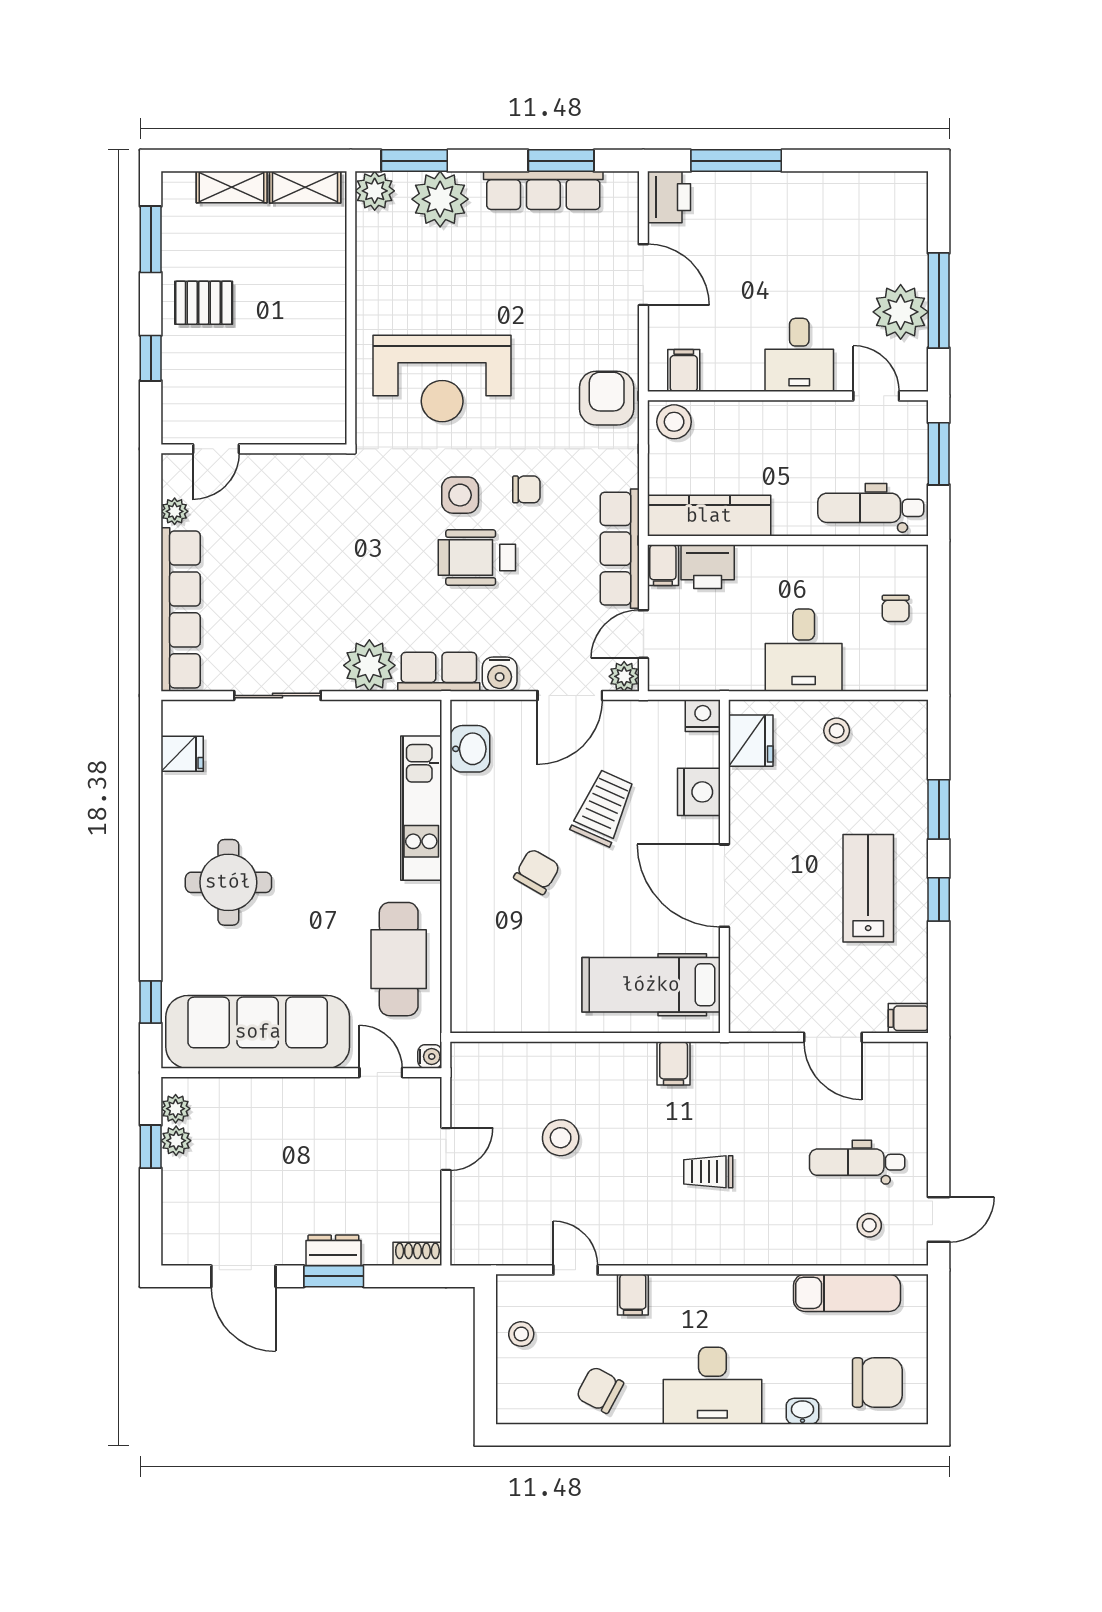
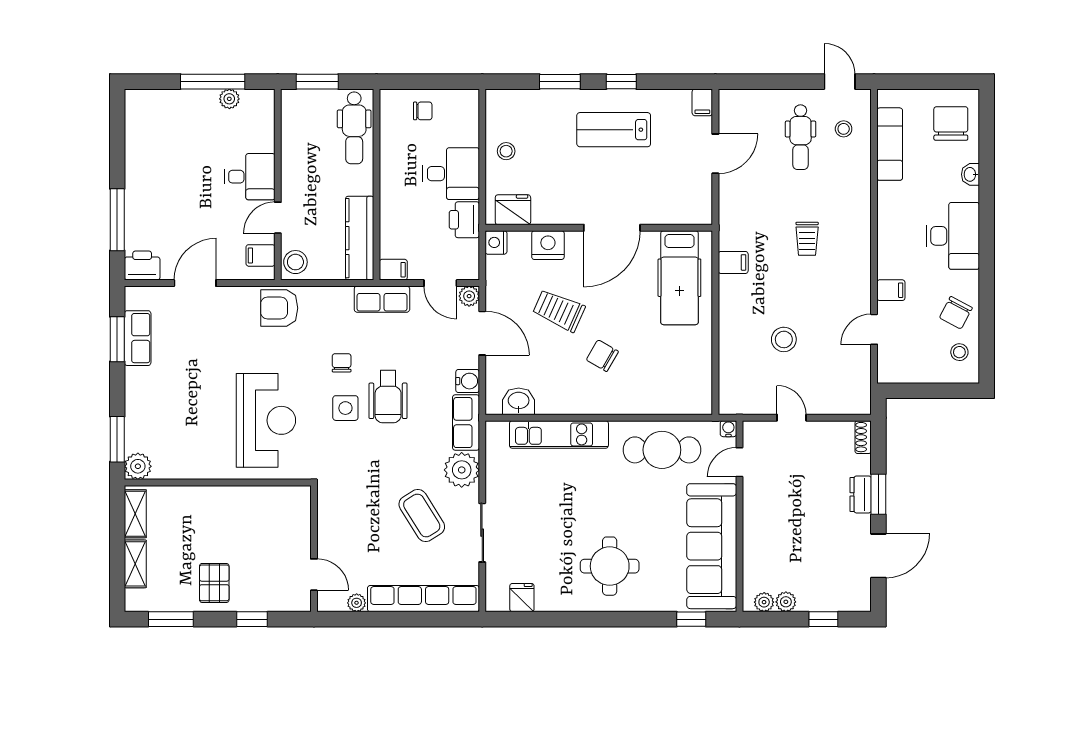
row of seats: (543, 190) -> (138, 338), width x0.68
plant: (440, 199) -> (144, 422), removed
plant: (901, 312) -> (229, 99), width x0.53, depth x0.53
door: (876, 396) -> (278, 218), moved
row of seats: (620, 549) -> (382, 299), width x0.68
printer: (708, 567) -> (464, 220), moved, turned 180
coffee table: (303, 607) -> (422, 515), added
window: (151, 1147) -> (823, 619), moved
stool: (521, 1334) -> (959, 352), moved

